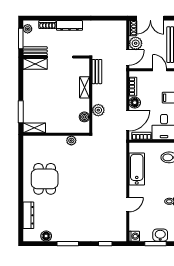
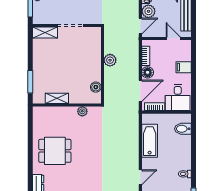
bench: (35, 51) -> (45, 19), removed
bench: (97, 72) -> (109, 40), removed
shelving: (85, 87) -> (96, 57), removed
plant: (98, 110) -> (110, 60), moved
shelving: (34, 128) -> (57, 98), moved
dining table: (45, 179) -> (55, 151), turned 90

